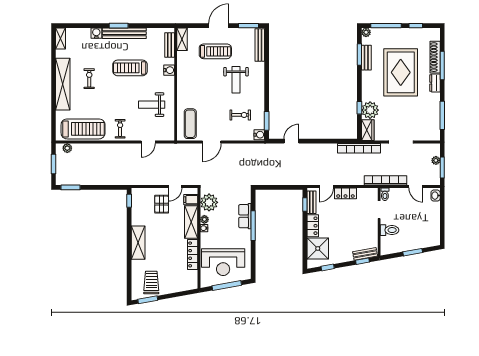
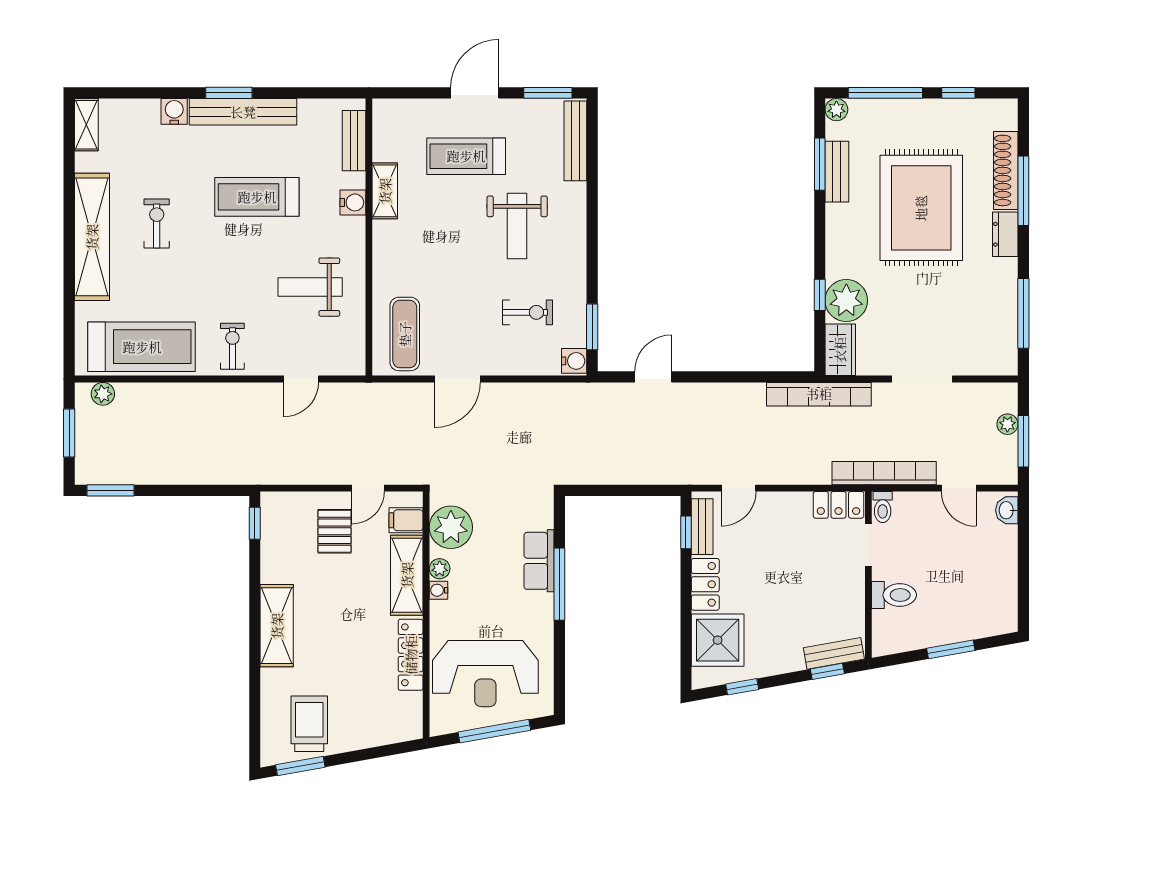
shelving: (182, 39) -> (385, 191), moved
treadmill: (215, 51) -> (466, 156), turned 180
locker: (345, 193) -> (838, 505), moved

